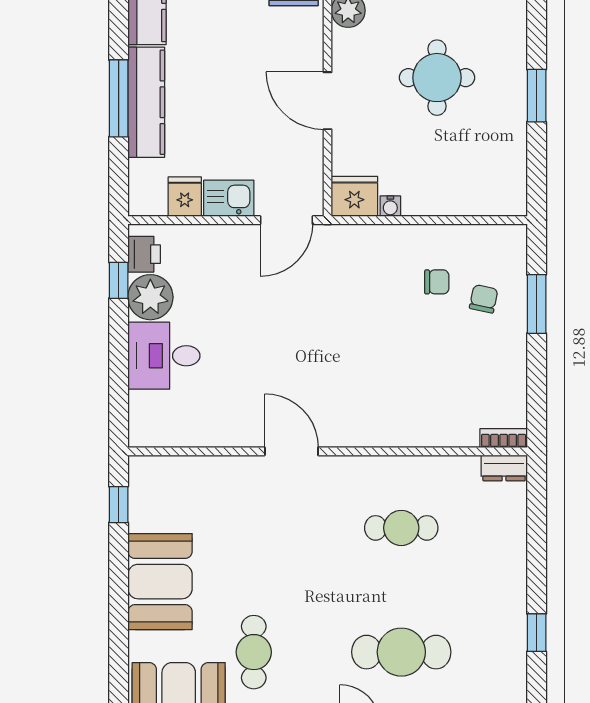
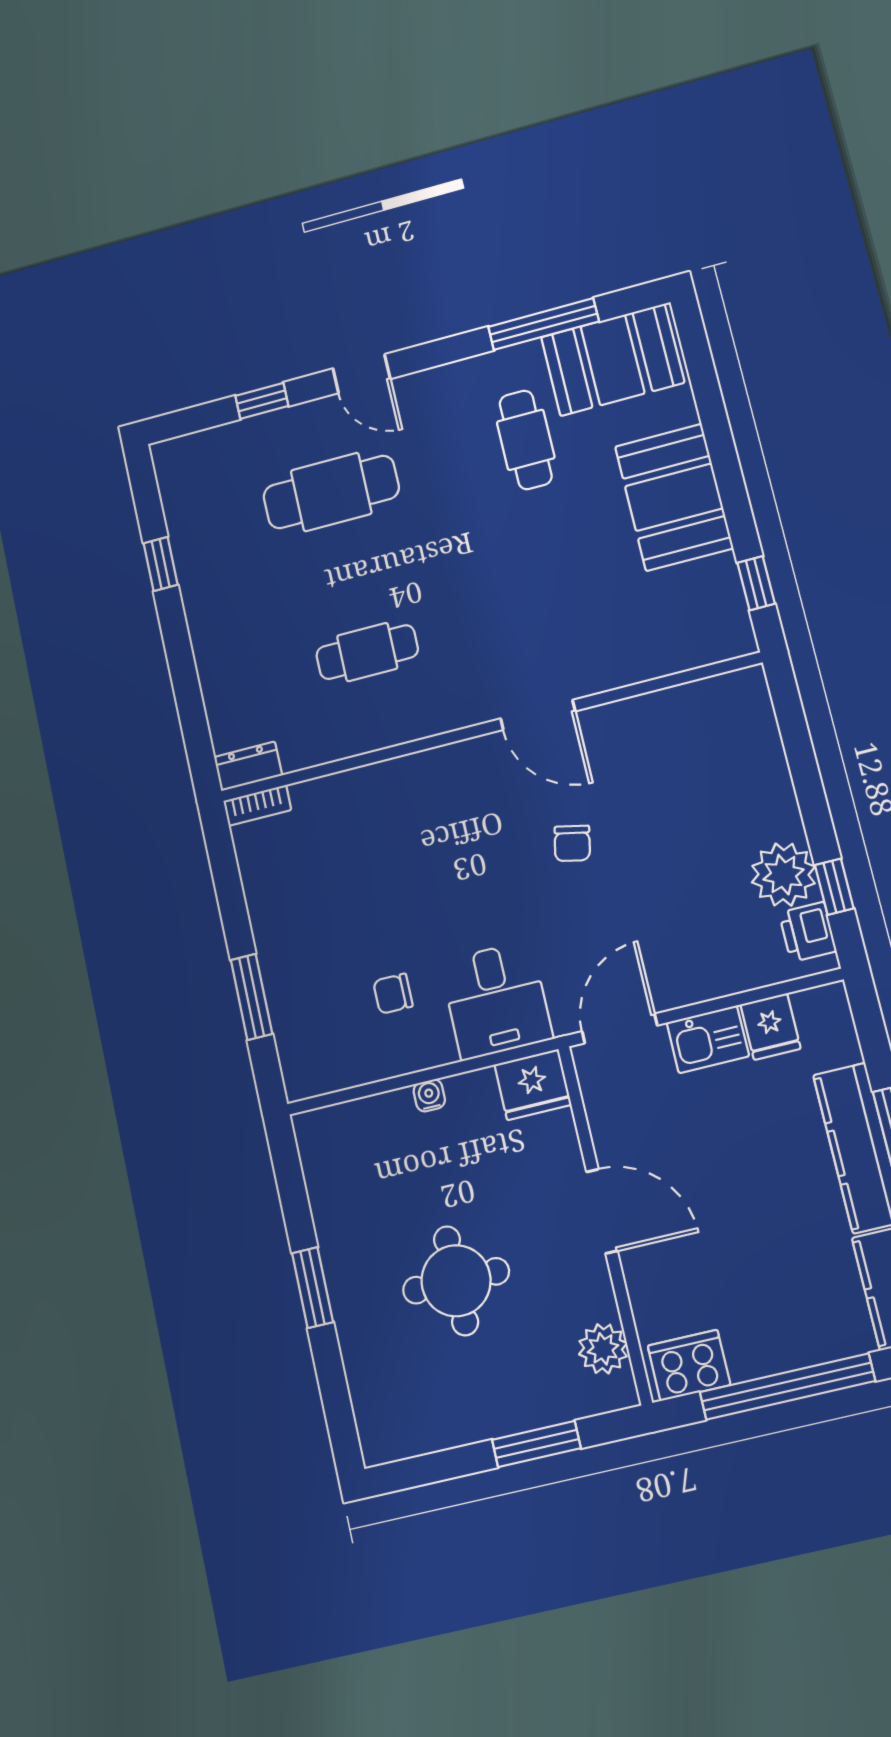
water cooler: (390, 206) -> (429, 1095), moved
chair: (484, 299) -> (572, 843), moved
desk: (164, 356) -> (496, 1000), moved, turned 90

